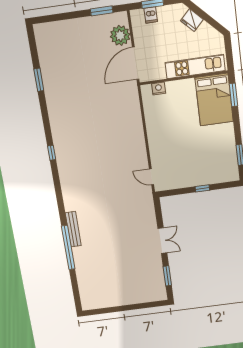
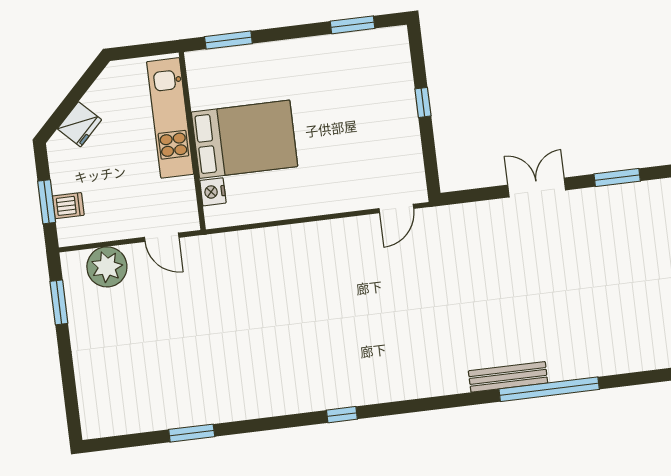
door: (136, 63) -> (162, 237), width x0.53
bed: (214, 100) -> (245, 139), moved

